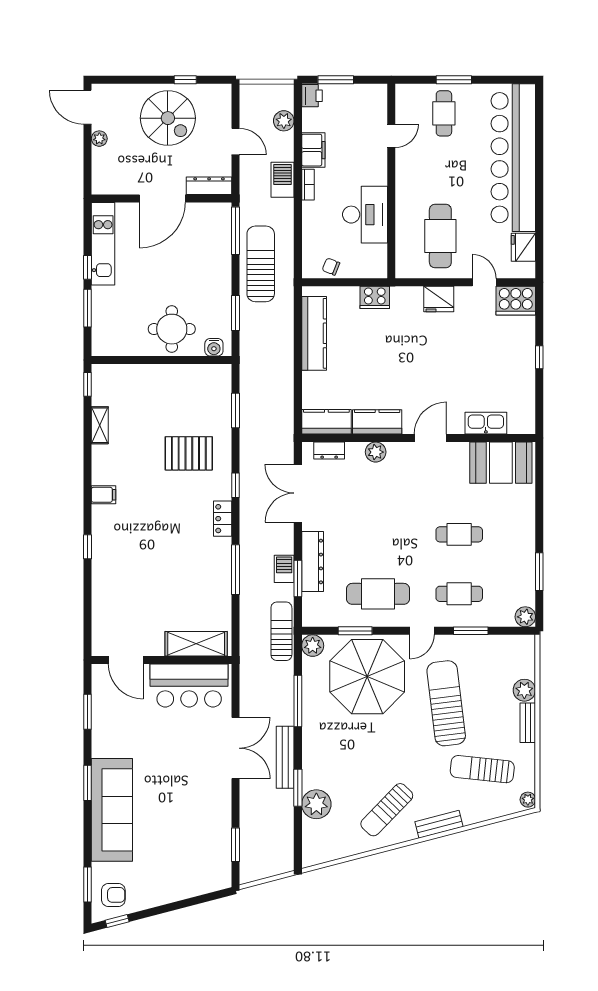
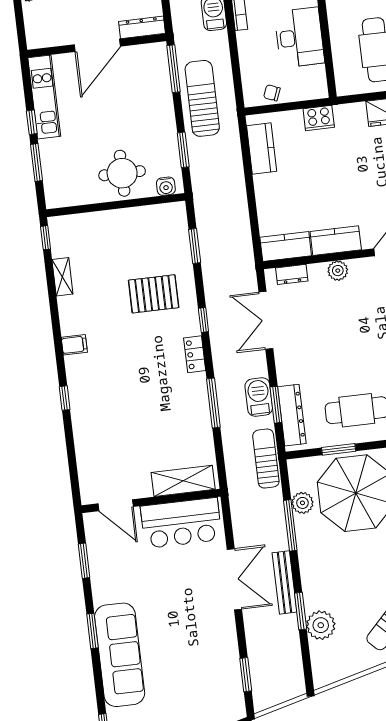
kitchen counter: (314, 333) -> (262, 148), width x0.67
dresser: (313, 562) -> (292, 415), moved
barbecue: (284, 569) -> (259, 397), width x1.38, depth x1.27
plant: (313, 646) -> (302, 503), moved

